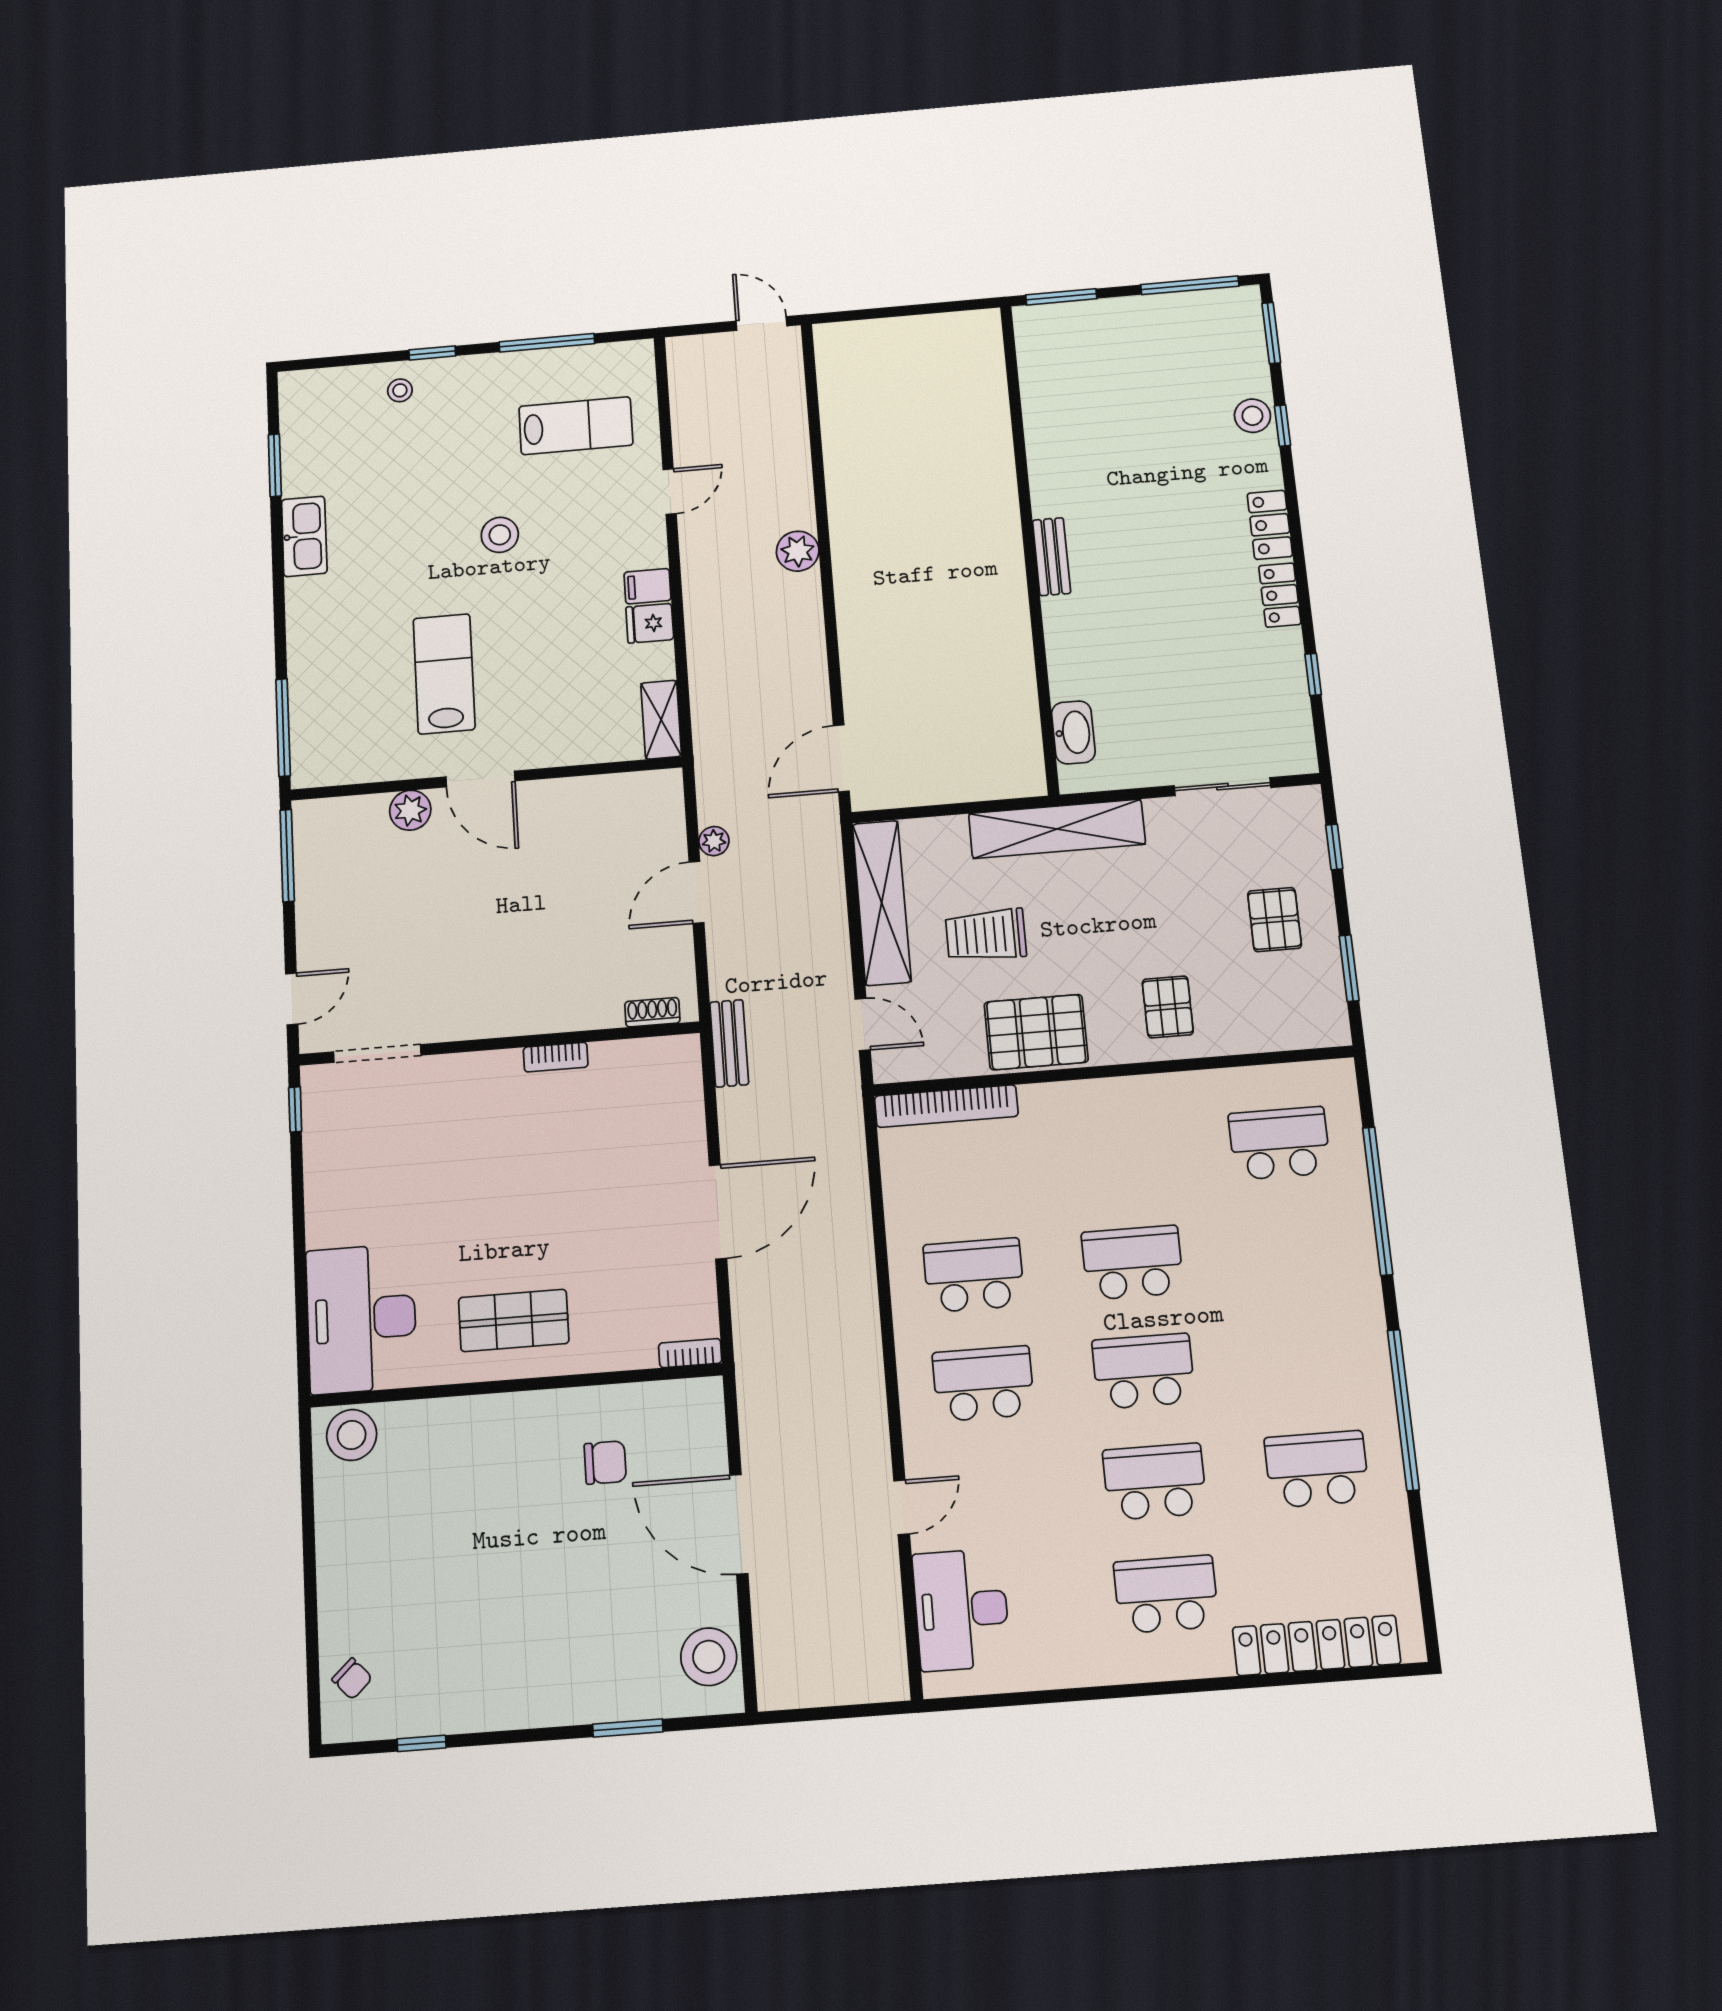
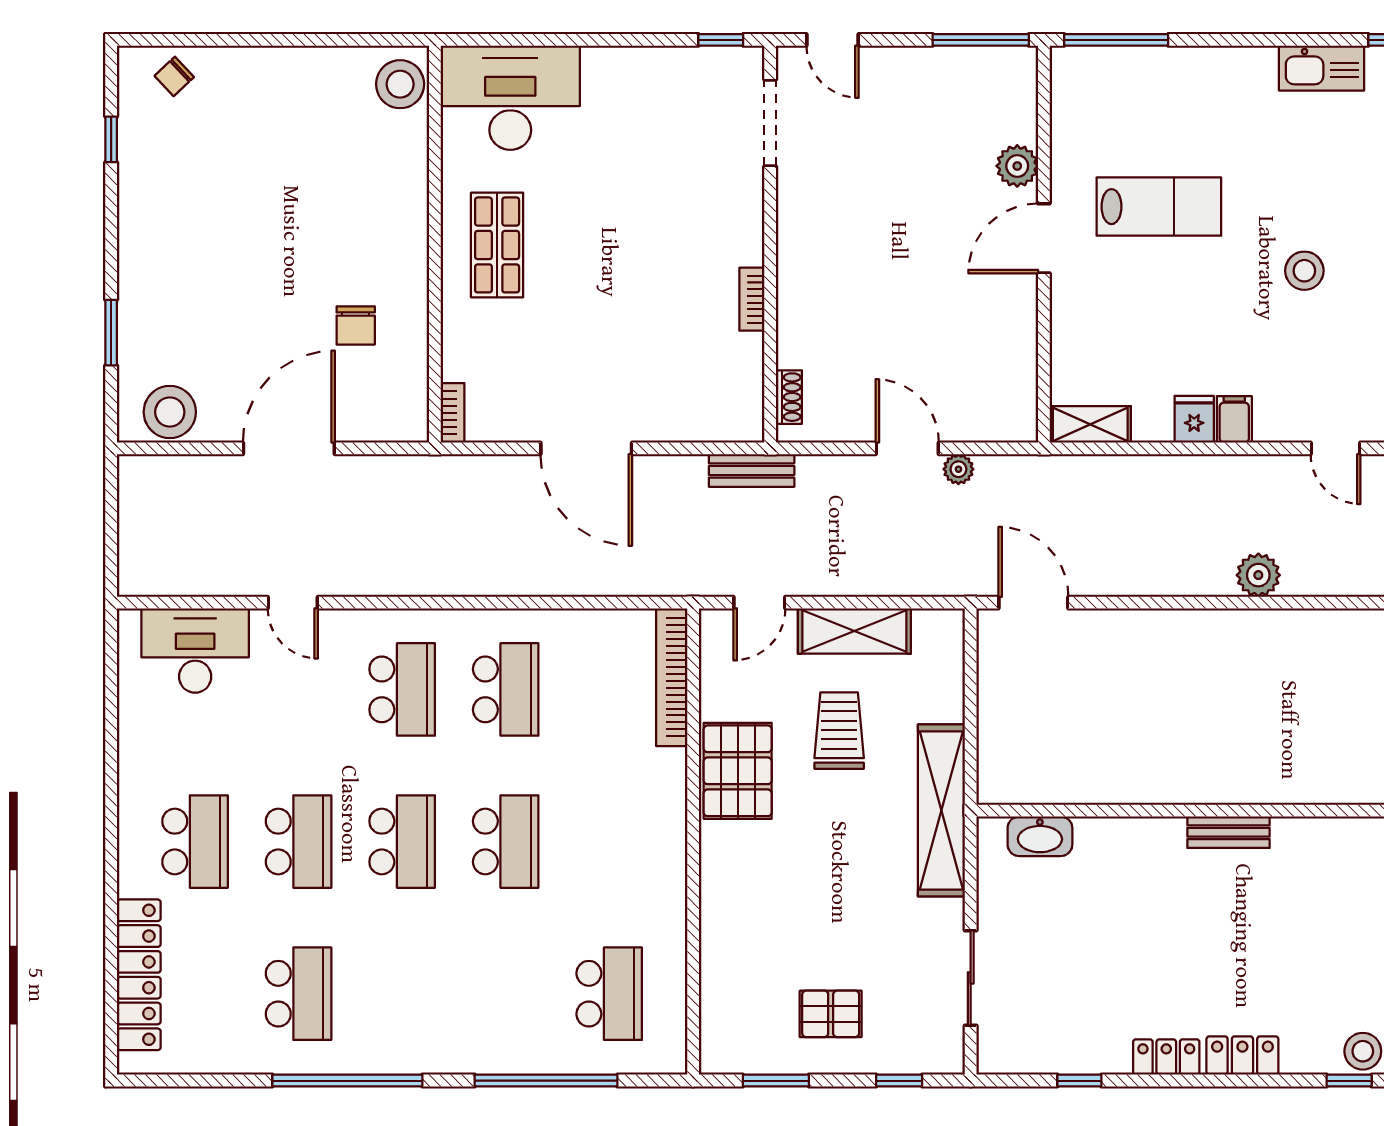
shelving: (882, 903) -> (854, 631), width x0.68
pallet: (1168, 1007) -> (752, 901), removed

